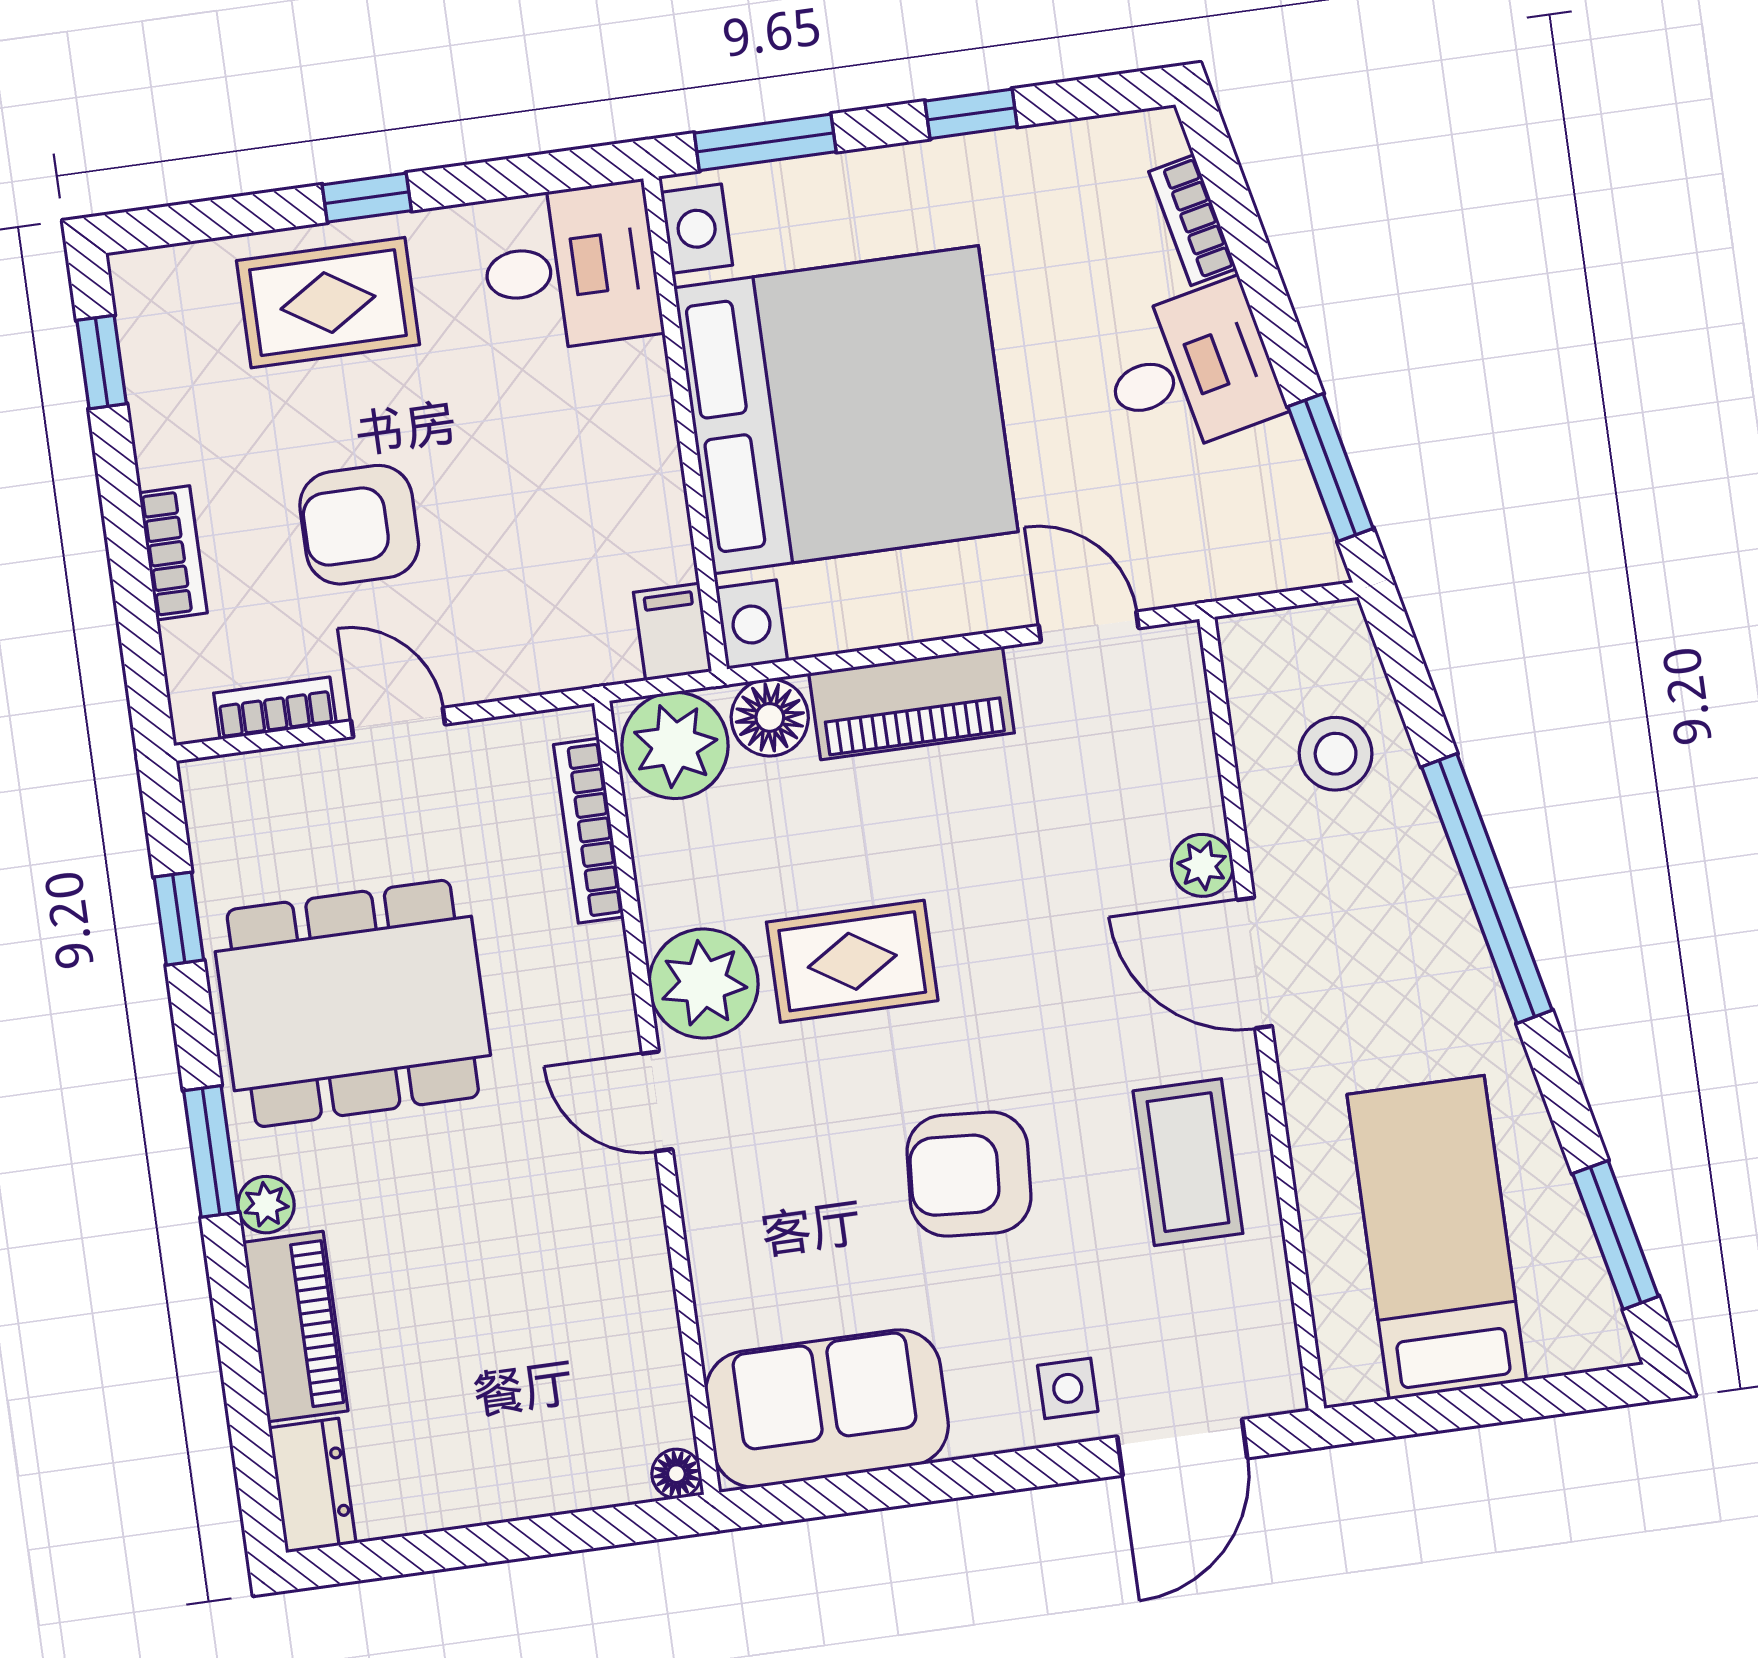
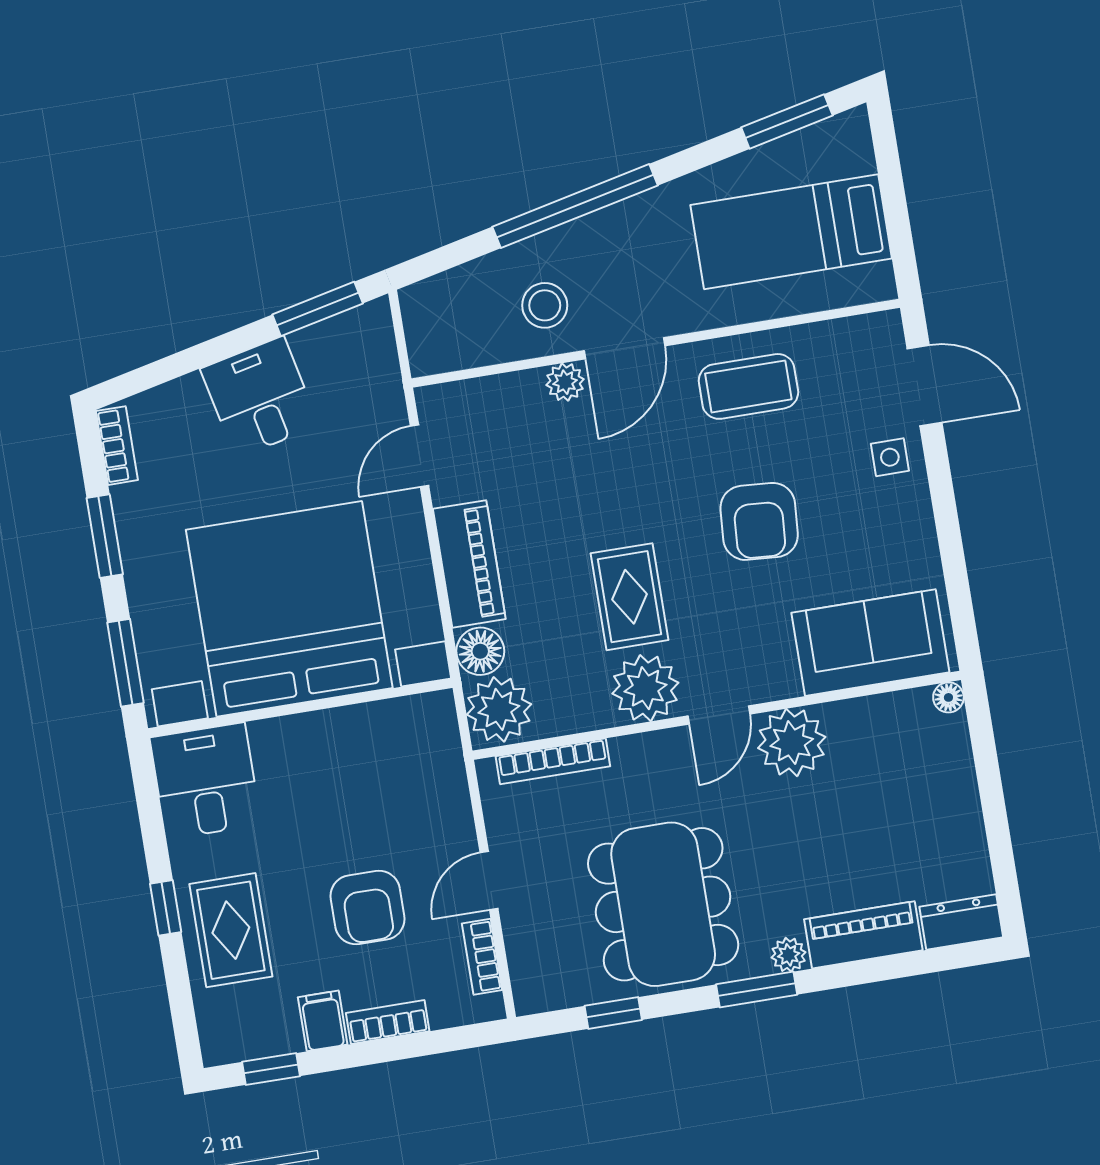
window: (971, 114) -> (105, 536), width x1.50
bookcase: (1193, 220) -> (117, 446), moved, turned -78
filing cabinet: (673, 632) -> (323, 1021), moved, turned 90
stool: (1336, 754) -> (545, 305), moved
plant: (610, 1218) -> (792, 742), added
sofa: (827, 1409) -> (870, 643), moved, turned 90

